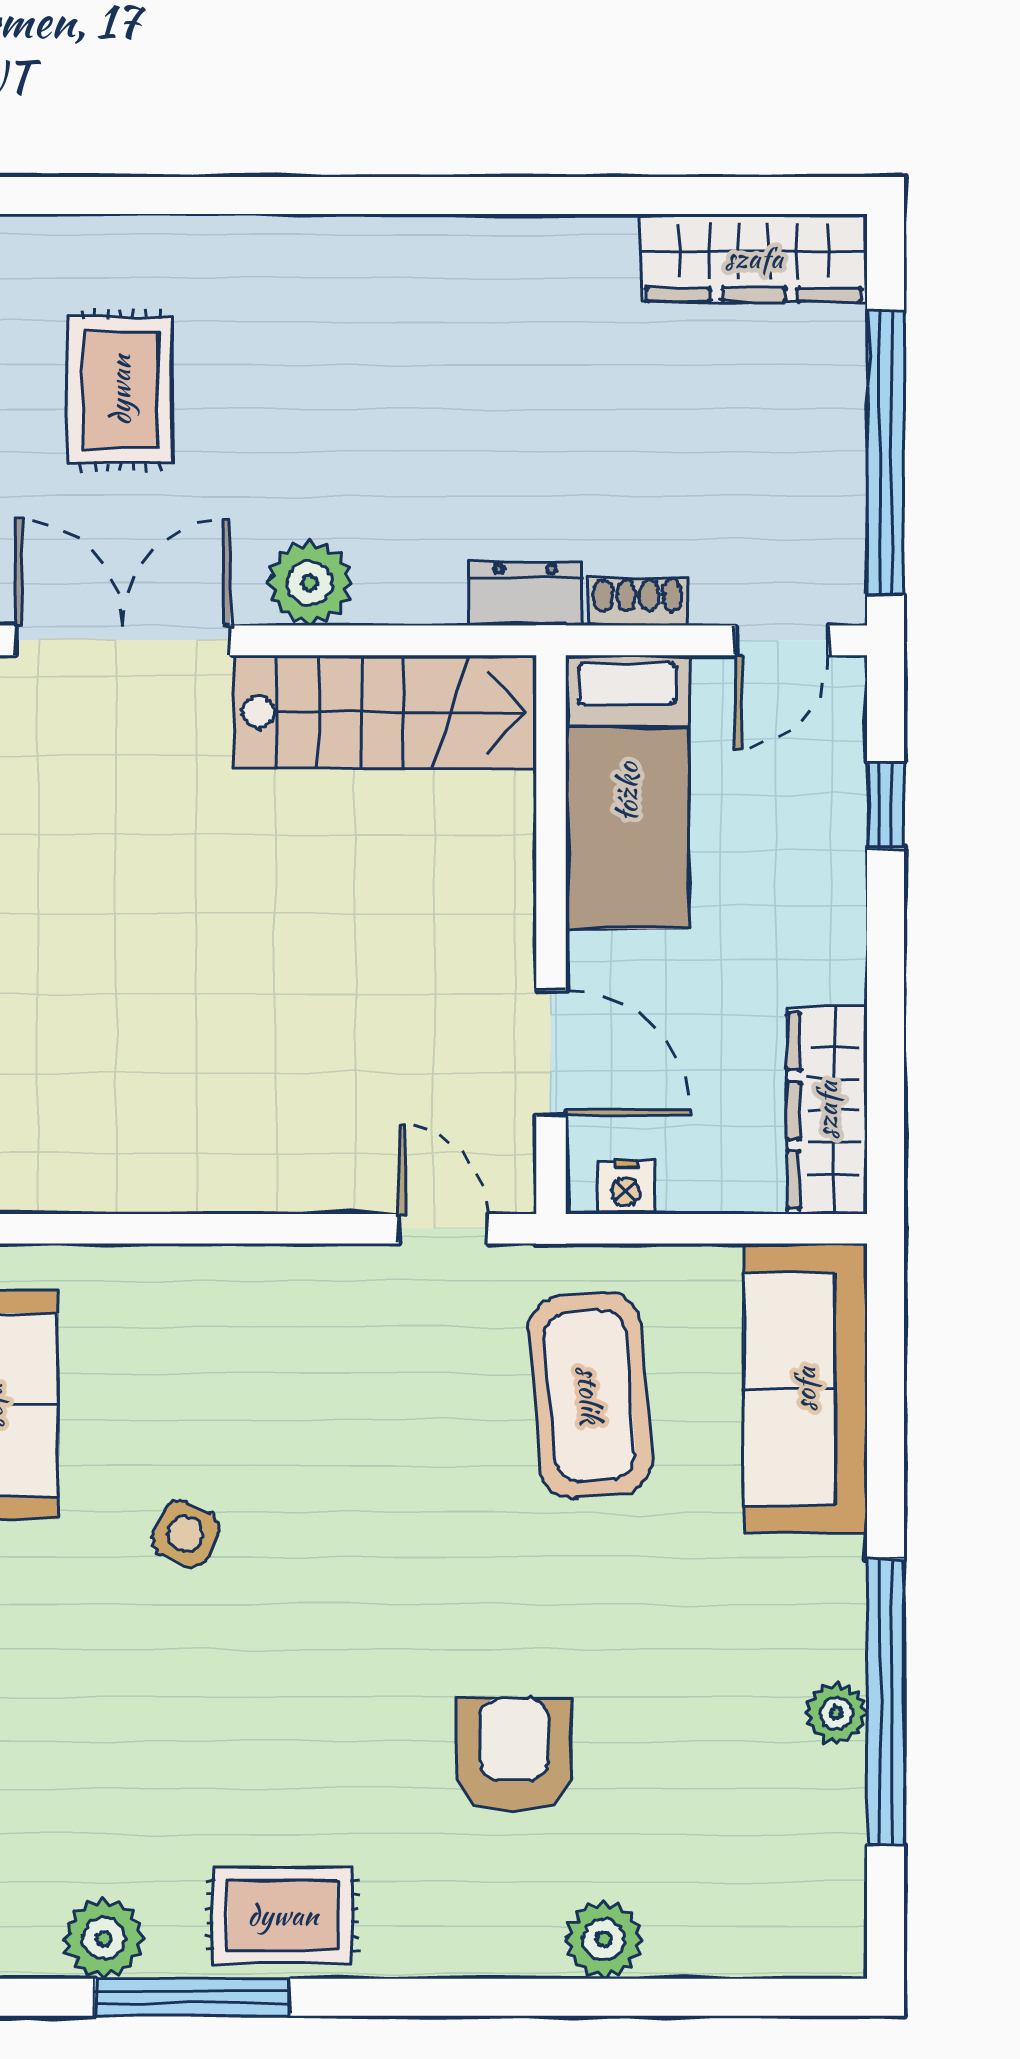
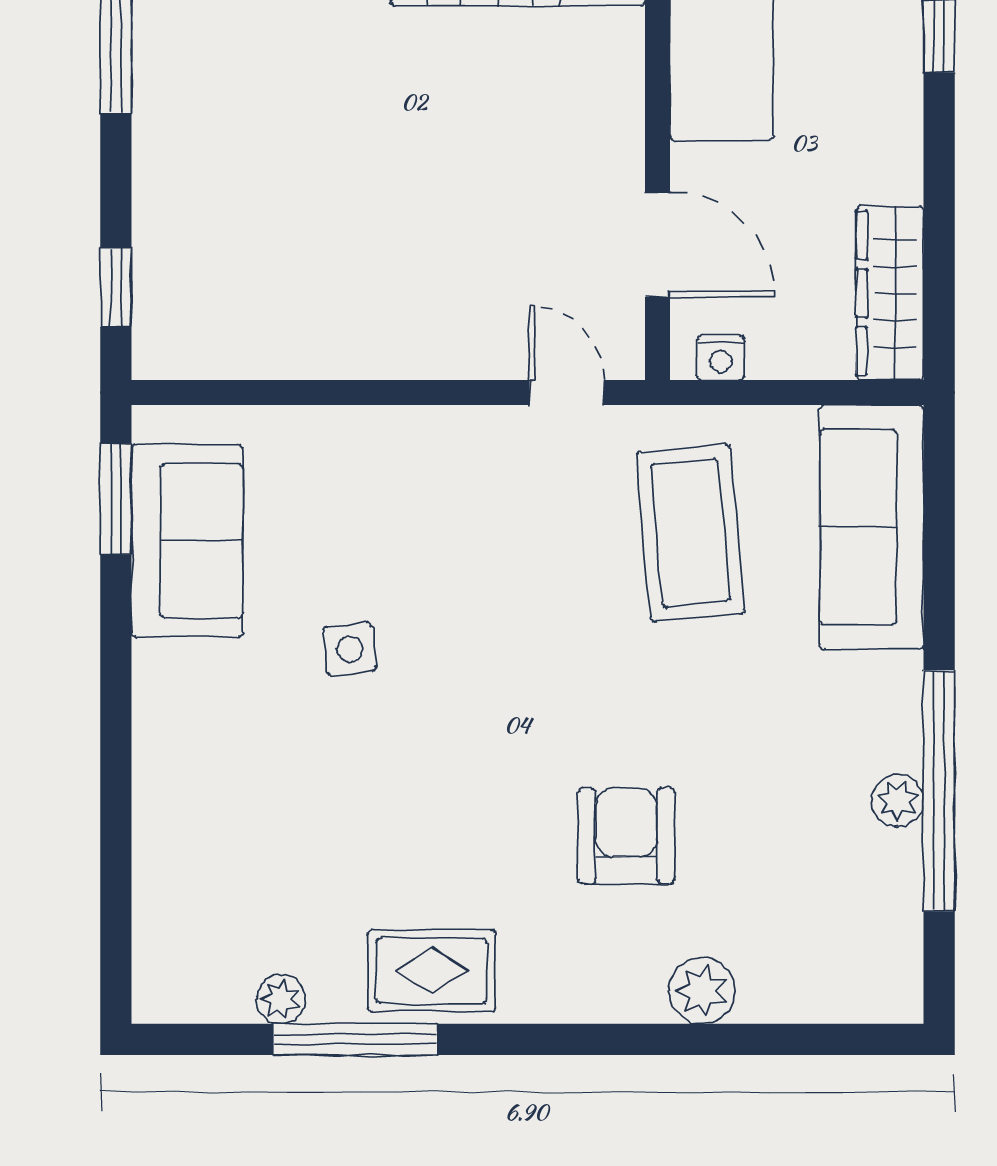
side table: (185, 1534) -> (350, 649), turned -31
plant: (104, 1939) -> (281, 999), width x0.73, depth x0.73

